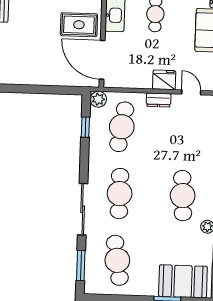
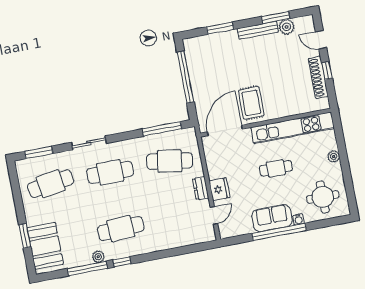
window: (35, 89) -> (186, 77), added
plant: (98, 99) -> (189, 135), removed
window: (85, 127) -> (162, 129), width x2.17
sliding door: (83, 209) -> (89, 143), width x0.73

